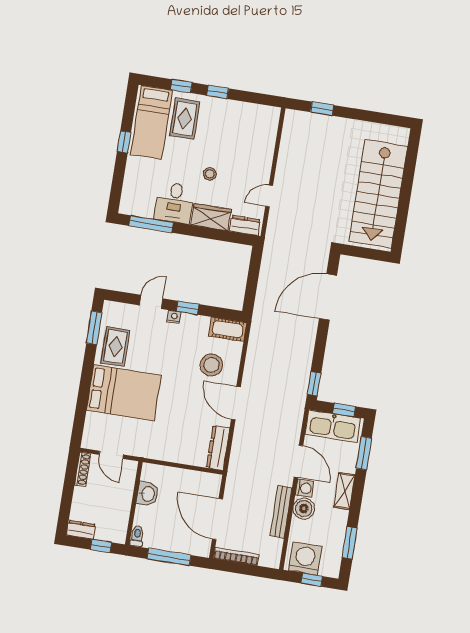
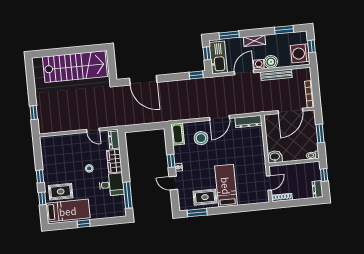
bed: (124, 393) -> (226, 186), width x0.67
washbasin: (147, 494) -> (275, 157), moved
window: (169, 557) -> (320, 133), width x0.69

